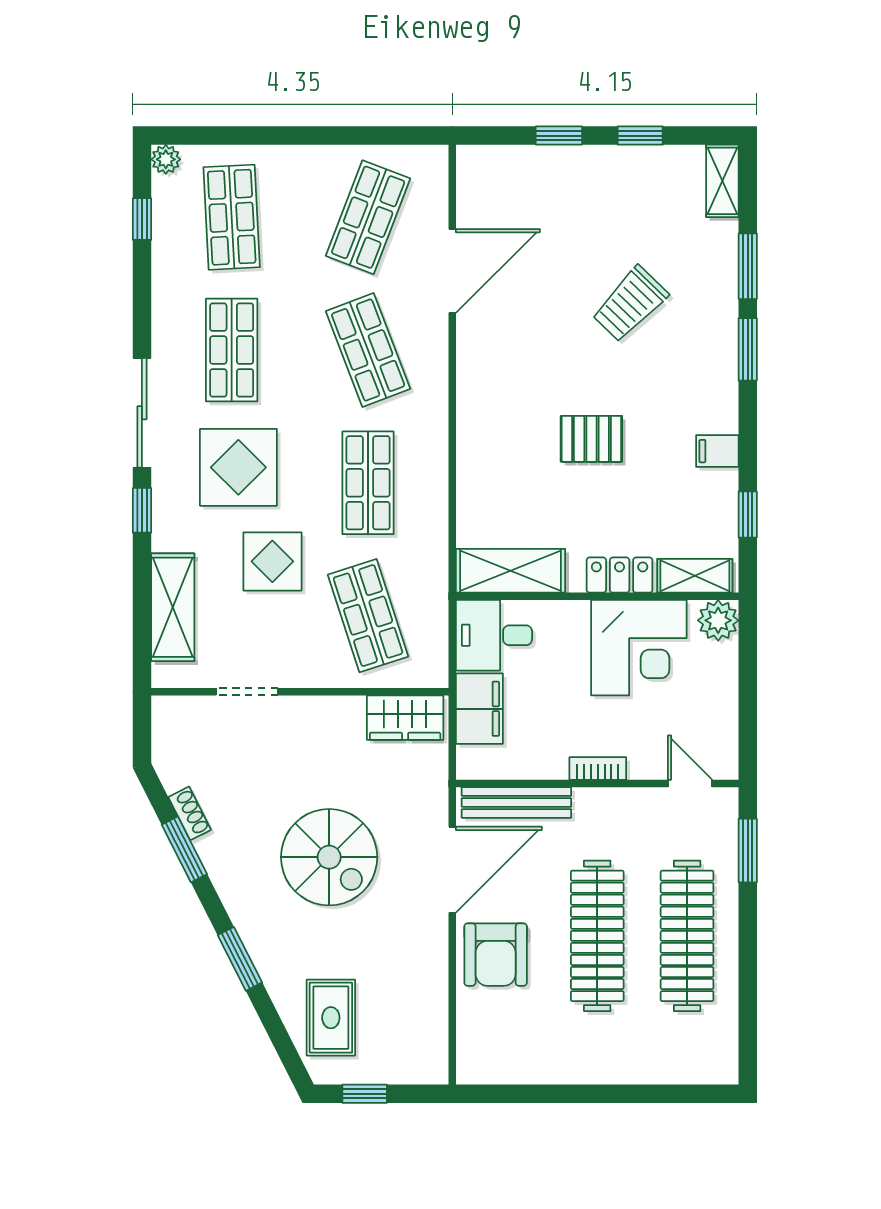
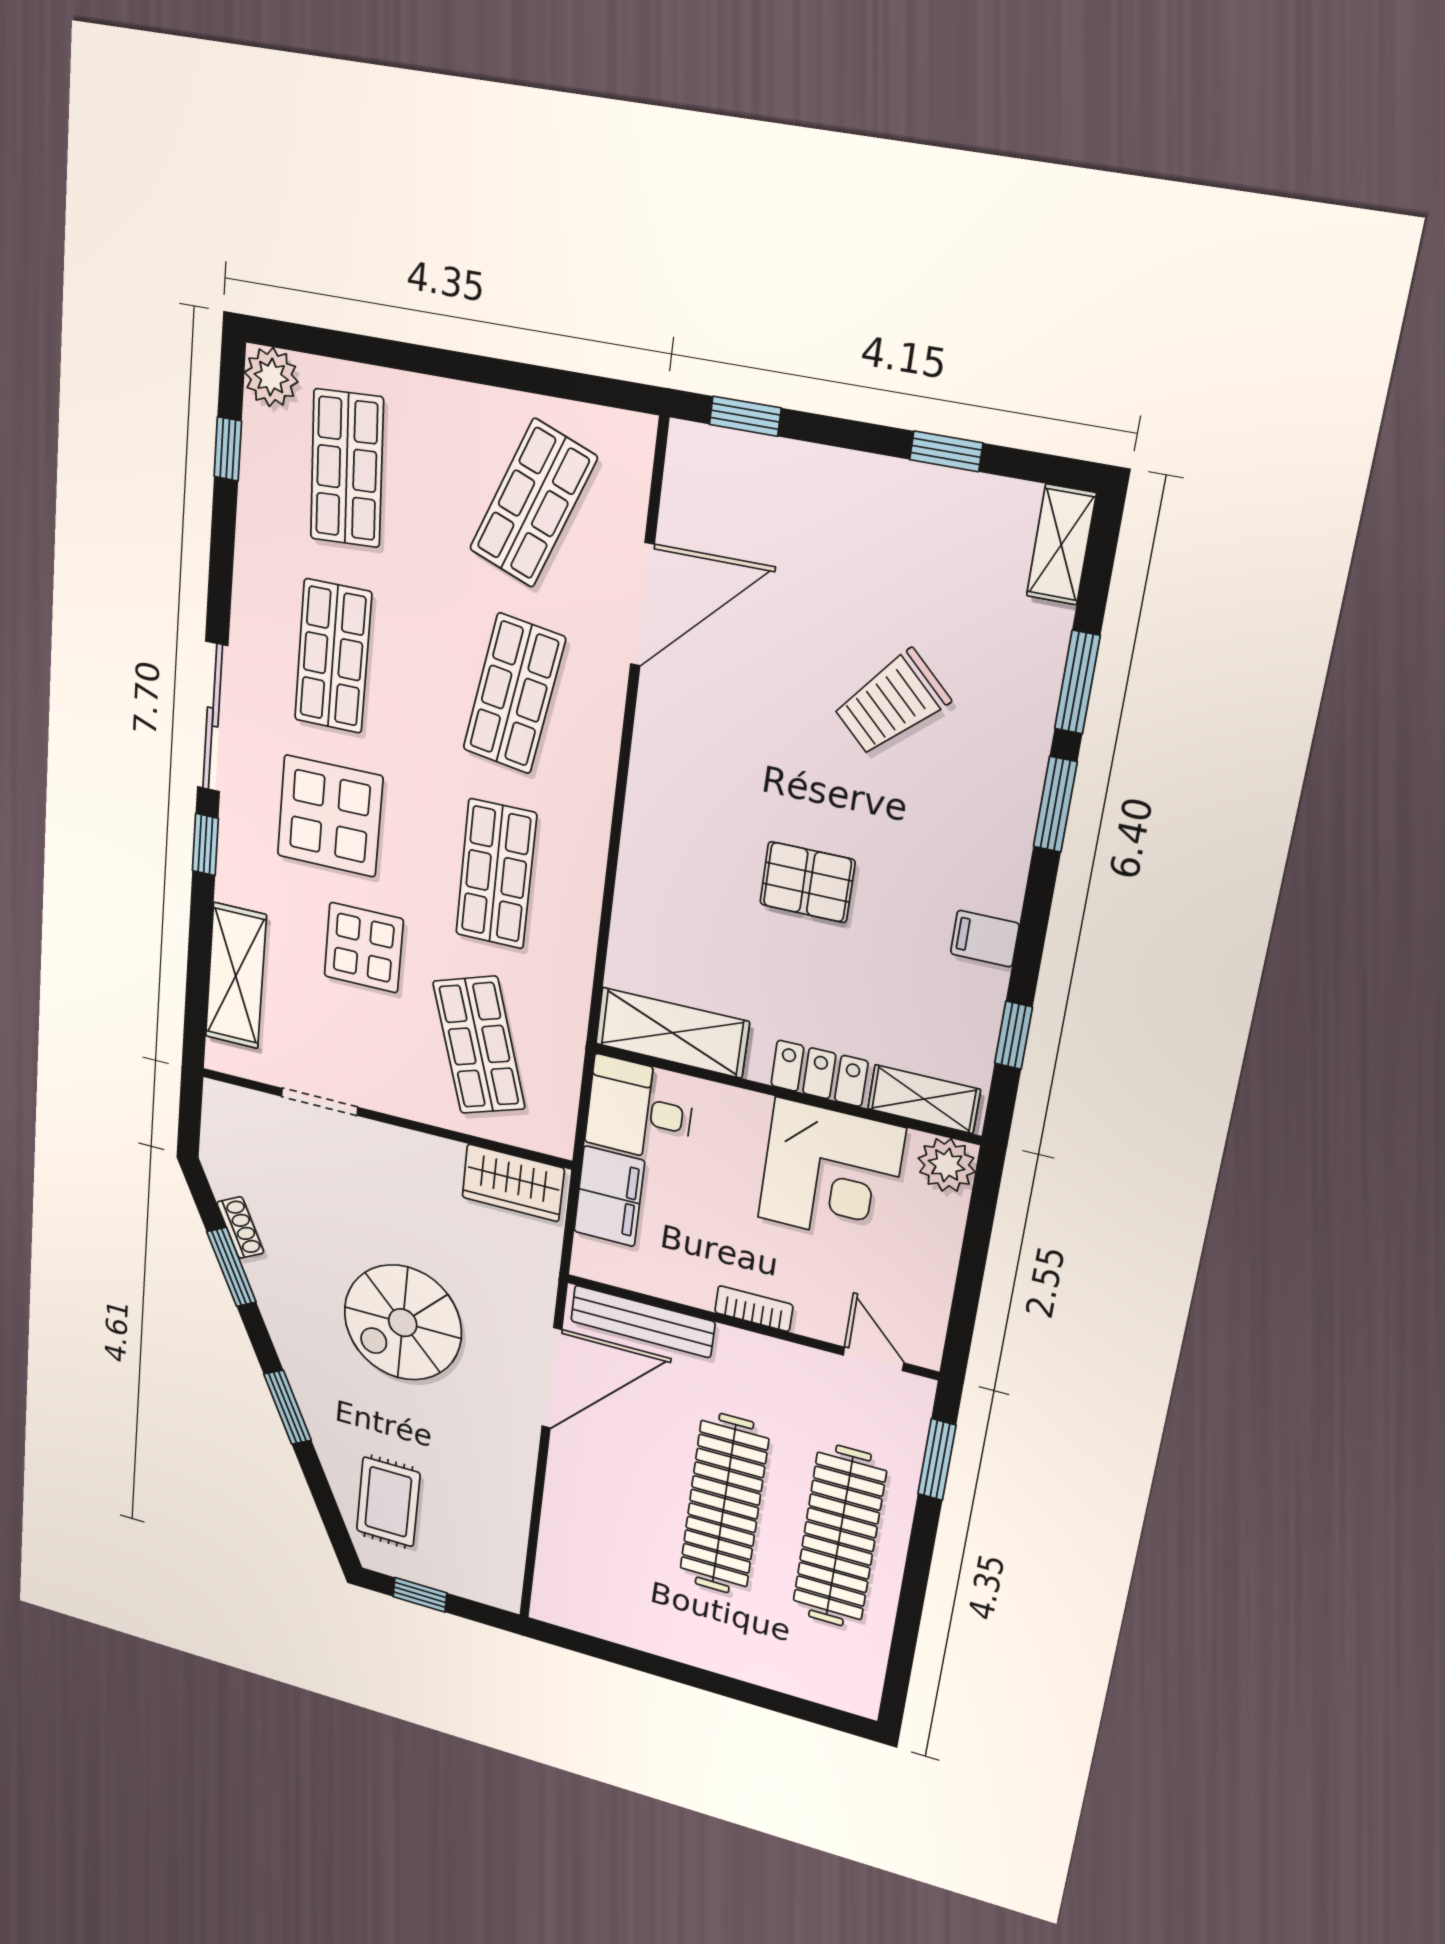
window: (559, 136) -> (745, 416), moved
plant: (166, 159) -> (271, 377), width x1.38, depth x1.38
shop shelf: (368, 350) -> (514, 694), turned 30
spiral stairs: (329, 857) -> (403, 1323), turned 90
armchair: (496, 955) -> (594, 1489), removed

